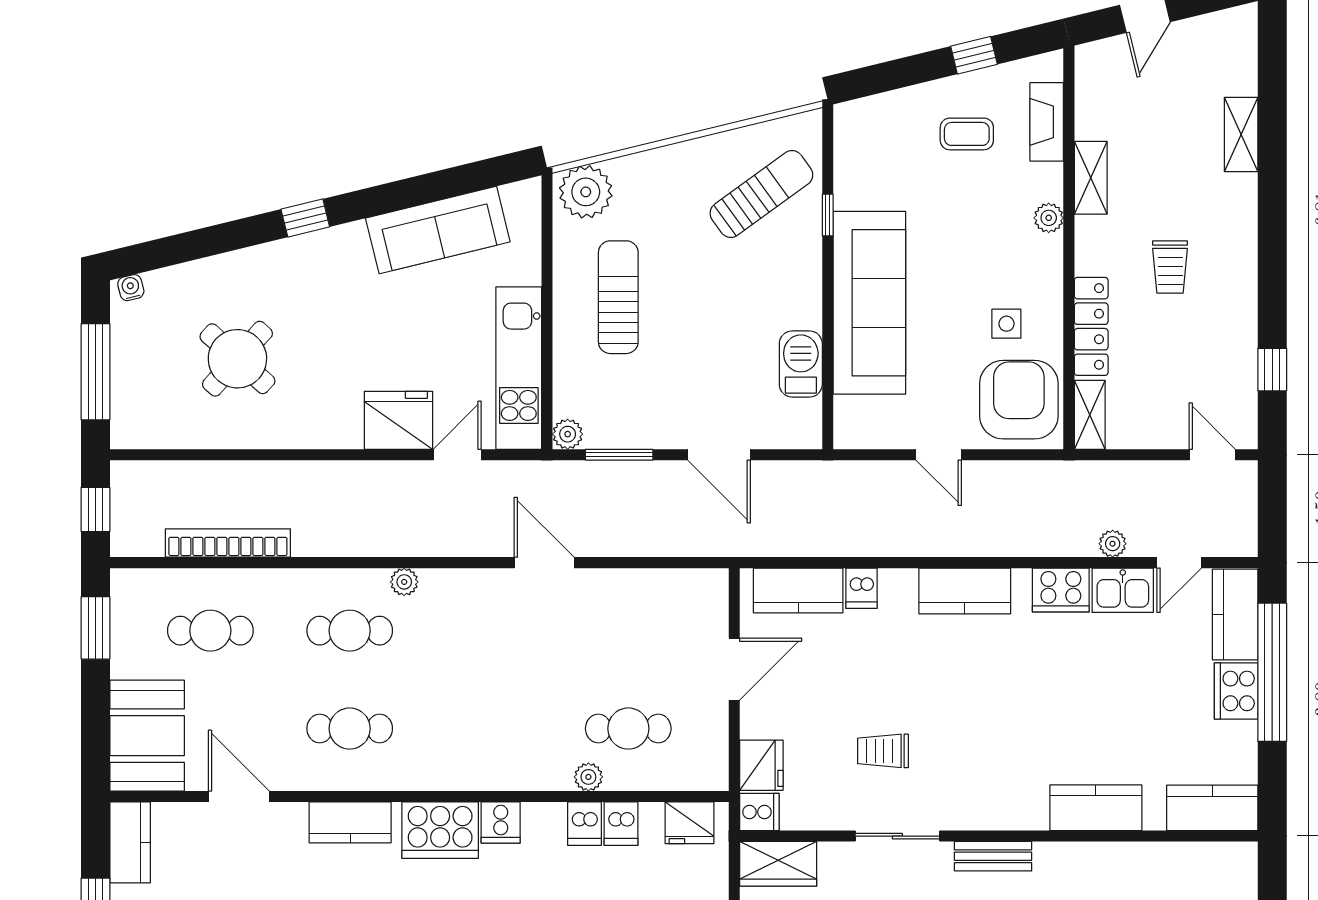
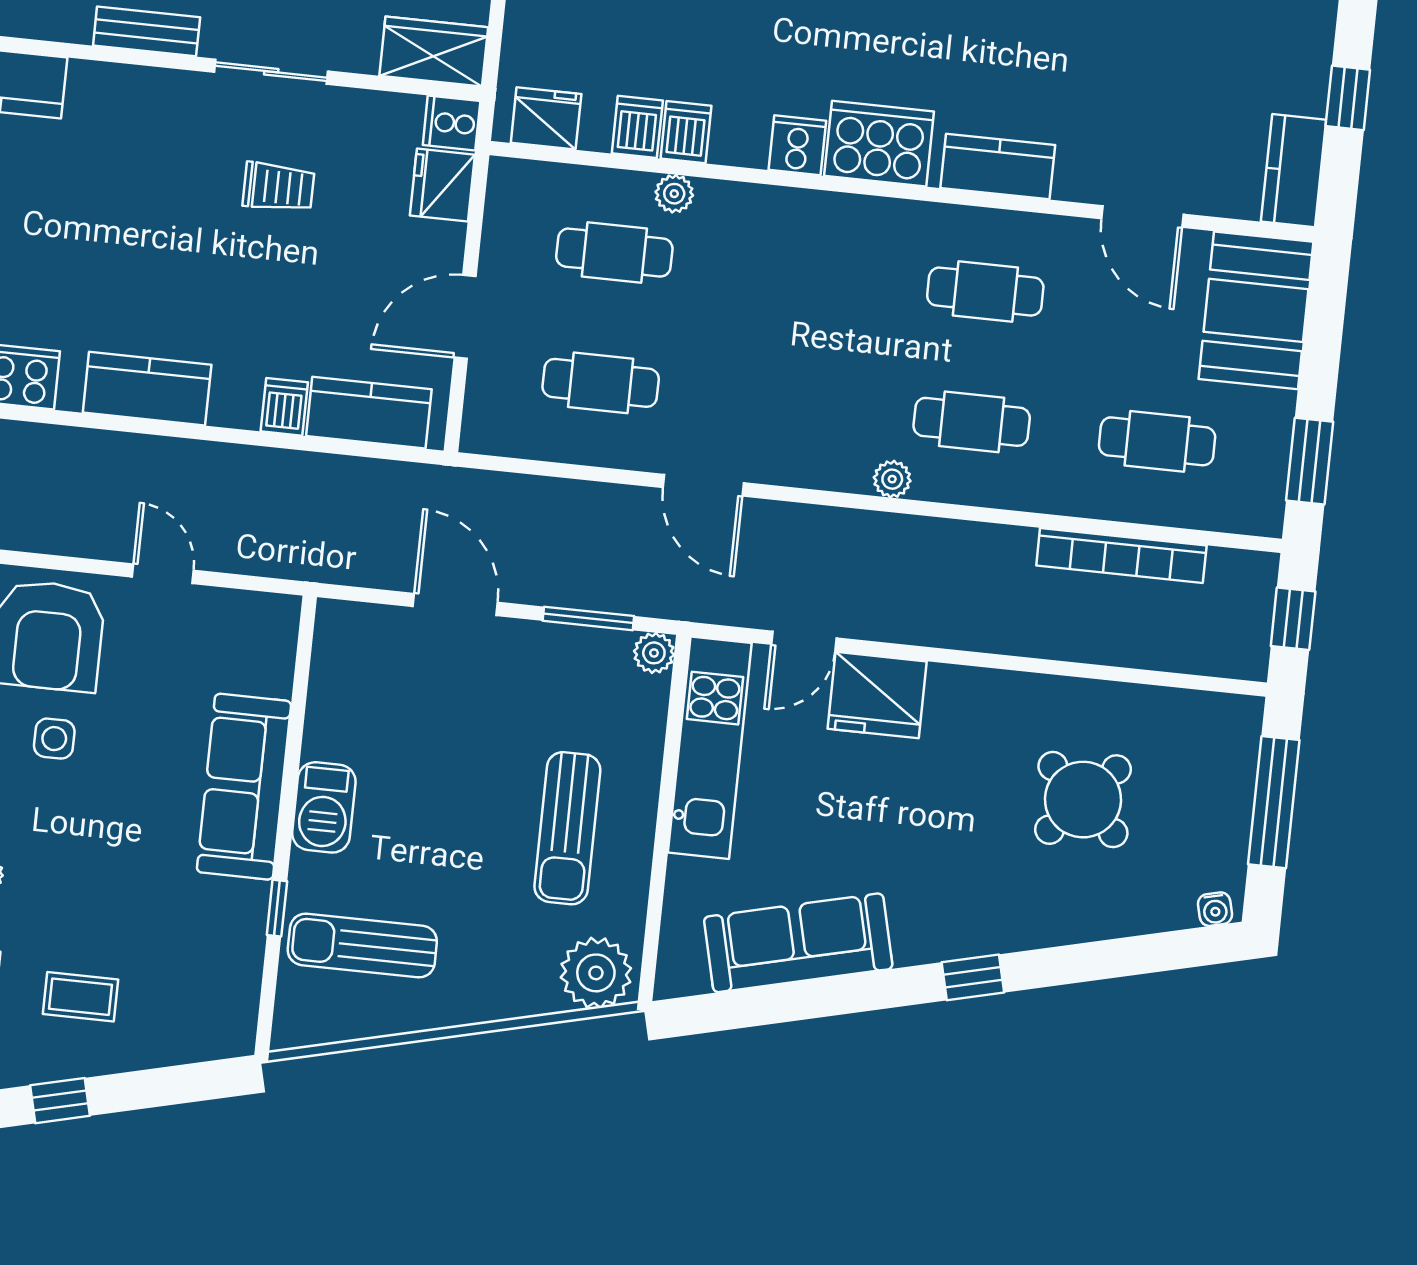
sun lounger: (761, 194) -> (362, 945), turned 36
sofa: (869, 303) -> (244, 787), width x0.74, depth x0.79
barbecue: (801, 364) -> (324, 807), moved
cafe table: (628, 631) -> (601, 383), added

